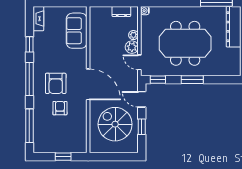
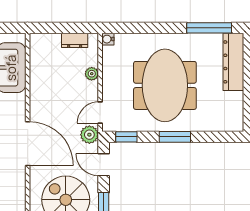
meeting table: (185, 43) -> (165, 85), turned 90
plant: (132, 47) -> (89, 135), moved
door: (139, 62) -> (100, 112), hinge flipped

